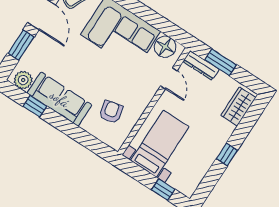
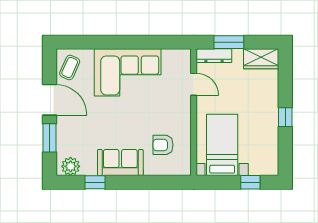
floor lamp: (165, 47) -> (173, 60), removed
sofa: (60, 99) -> (120, 162), width x0.73
wardrobe: (238, 107) -> (261, 59), moved, turned -90
armchair: (111, 112) -> (163, 145), turned -77

